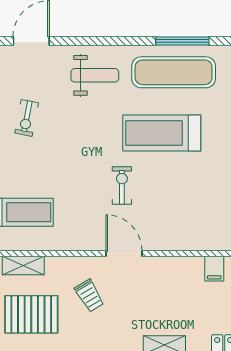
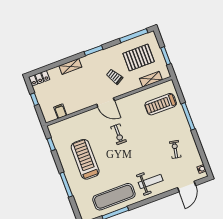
weight bench: (95, 75) -> (151, 182), turned 180
treadmill: (162, 133) -> (85, 159), moved, turned -90

